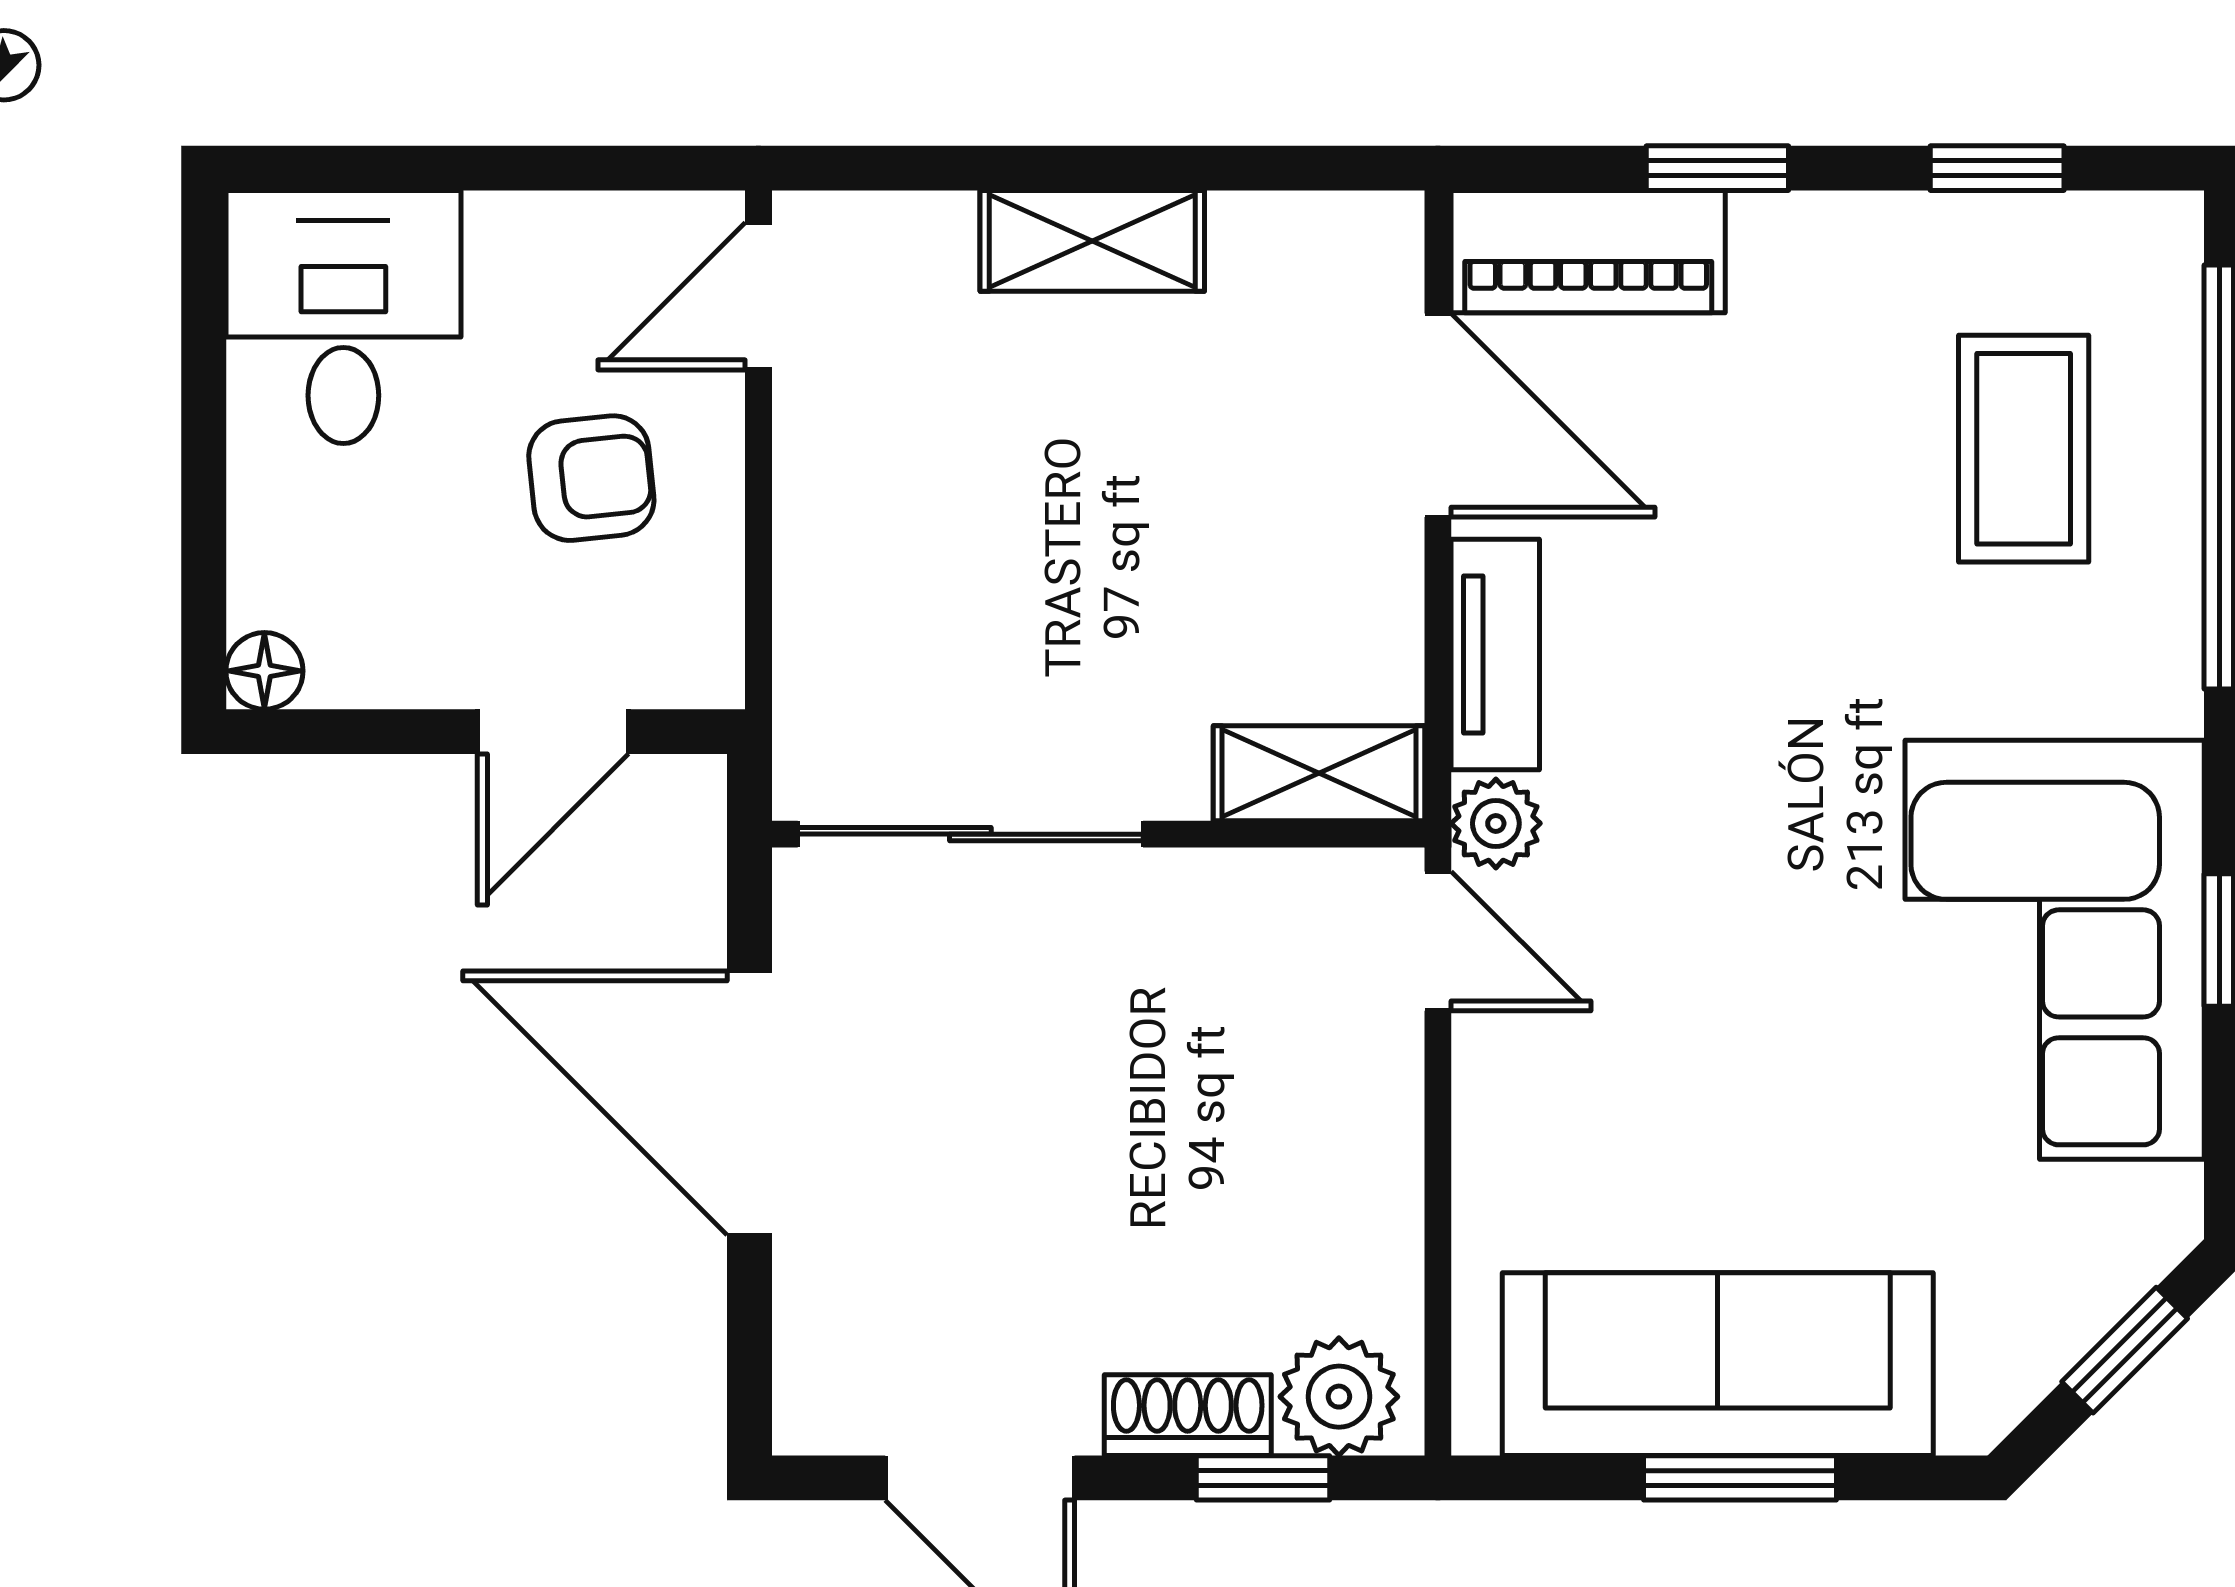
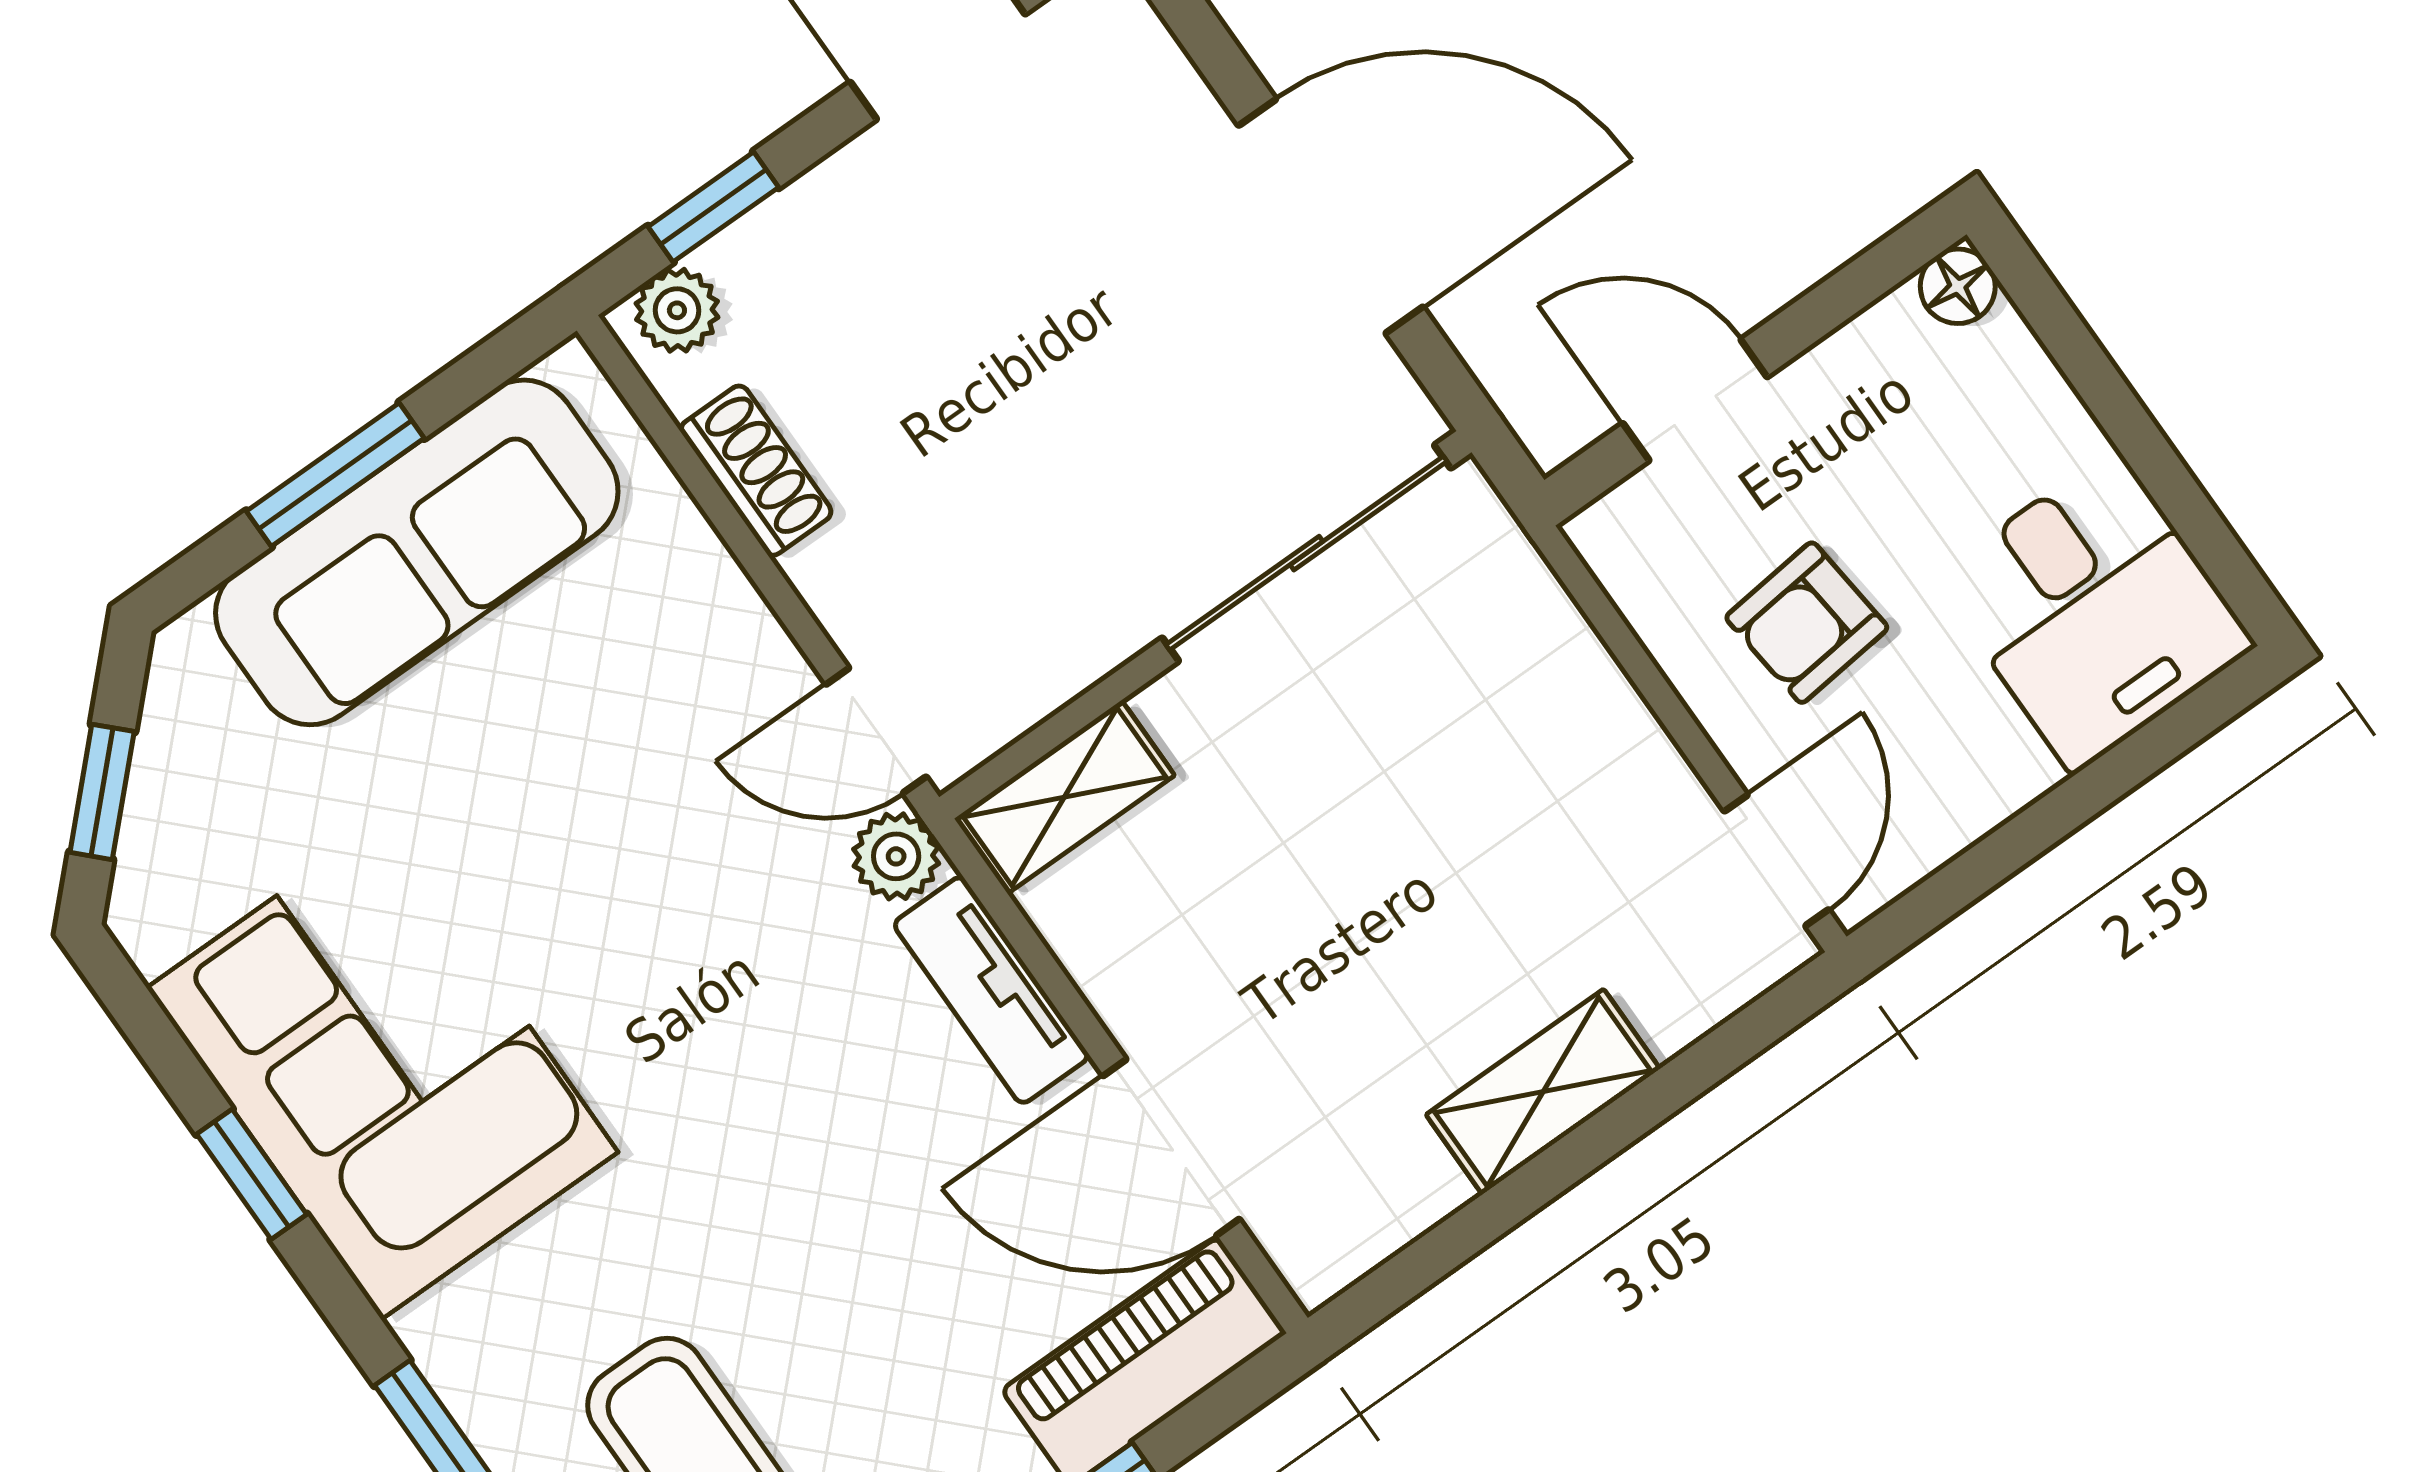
door: (553, 732) -> (1695, 400), hinge flipped
plant: (1339, 1397) -> (677, 310), width x0.73, depth x0.73
shoe rack: (1188, 1415) -> (756, 471), moved, turned -90

